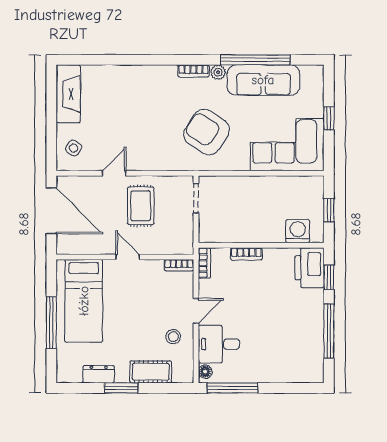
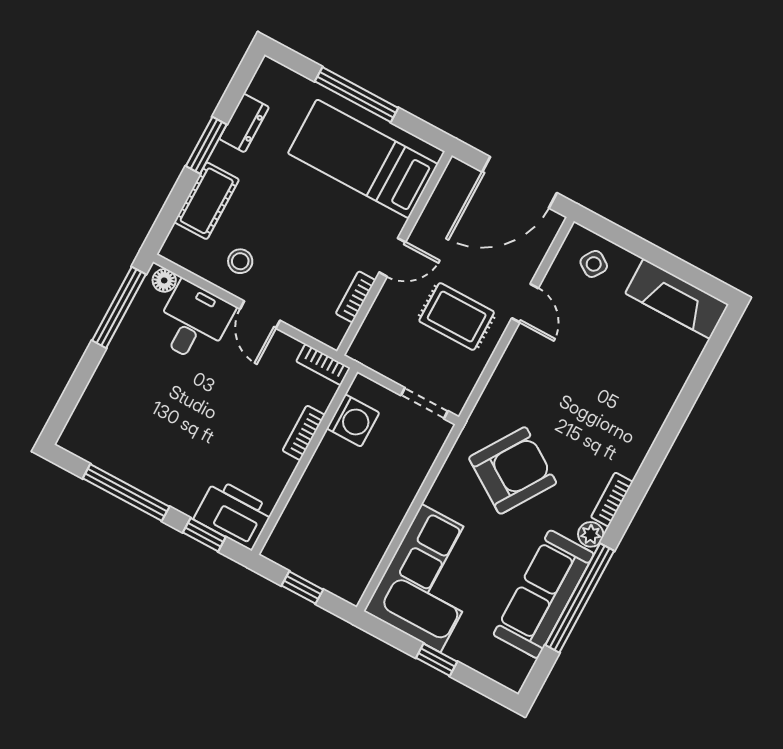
washing machine: (298, 231) -> (353, 421), moved
bookcase: (179, 265) -> (356, 297), moved

